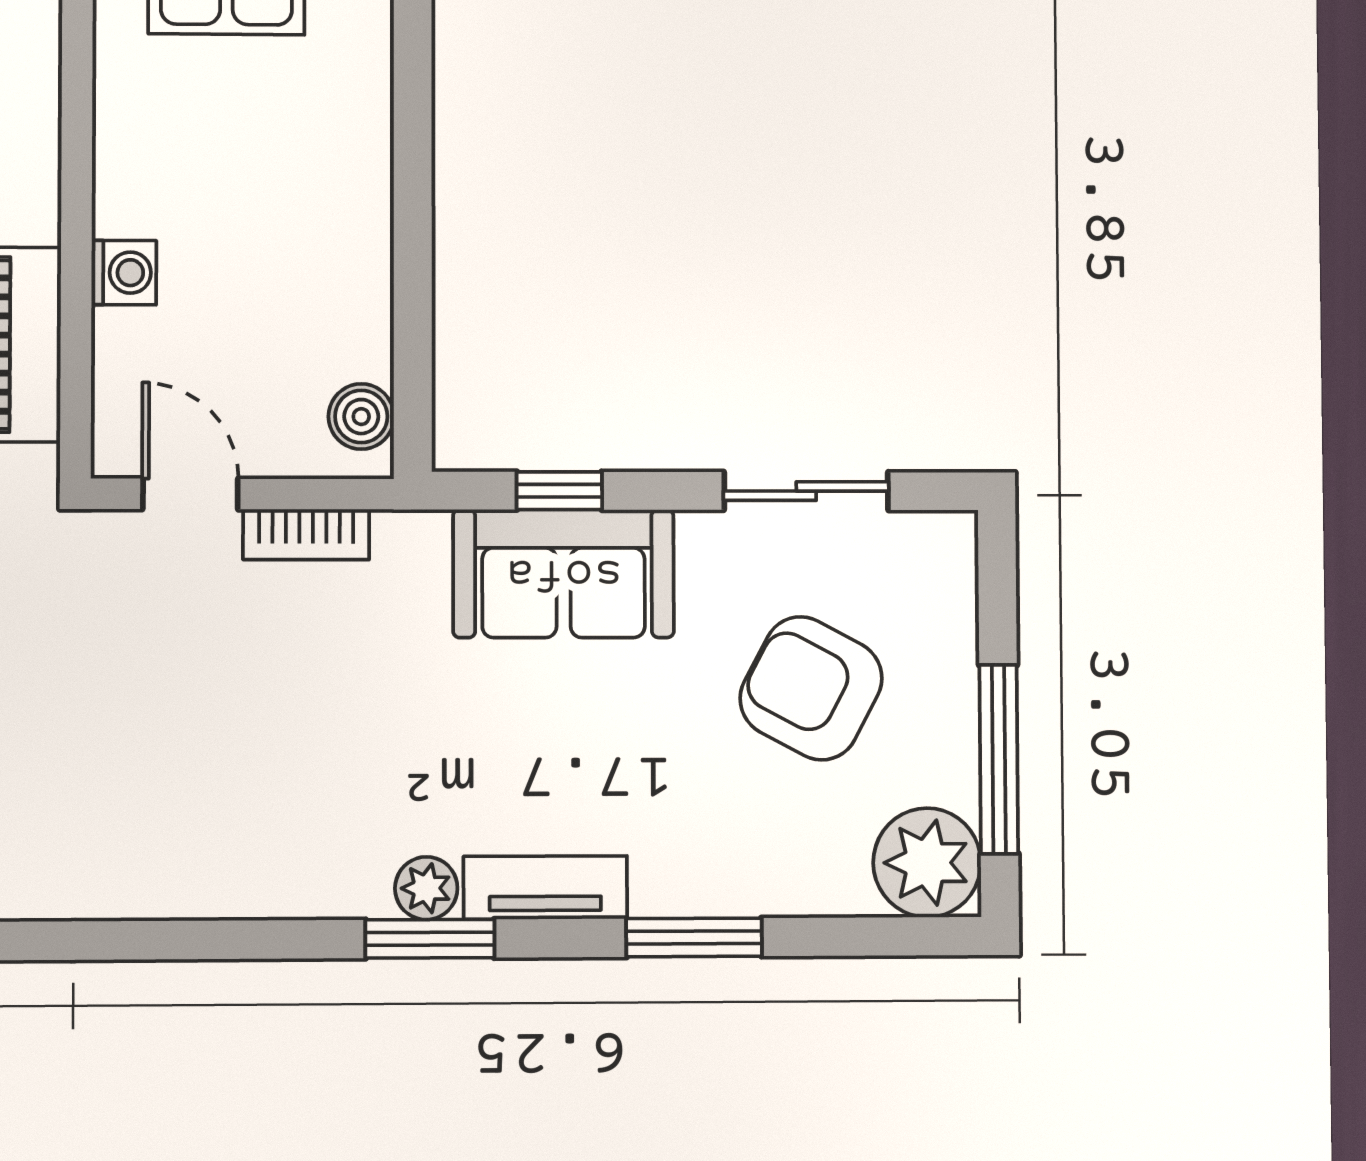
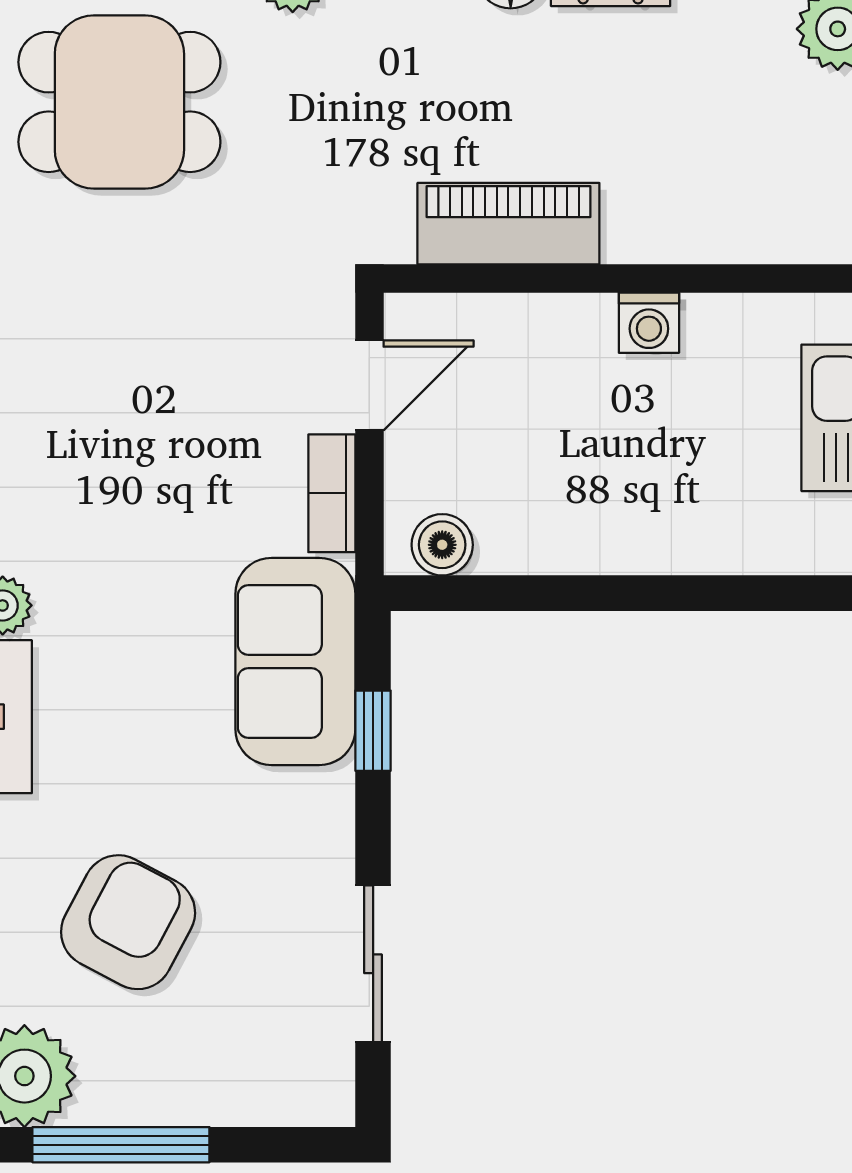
washing machine: (124, 273) -> (649, 323), moved
sofa: (564, 573) -> (295, 661), moved
armchair: (811, 688) -> (128, 922), moved

